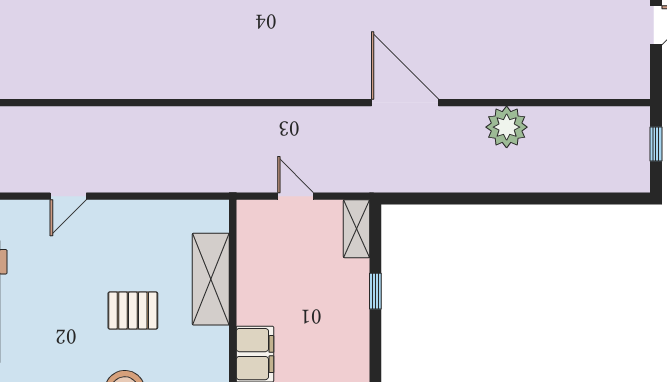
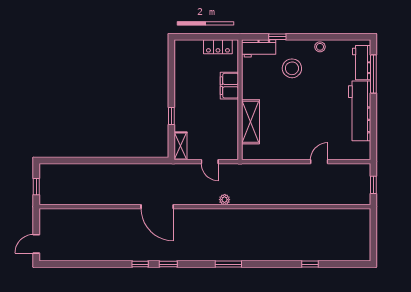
plant: (507, 127) -> (225, 200), moved, width x0.53, depth x0.53
pallet: (133, 310) -> (288, 107), removed

